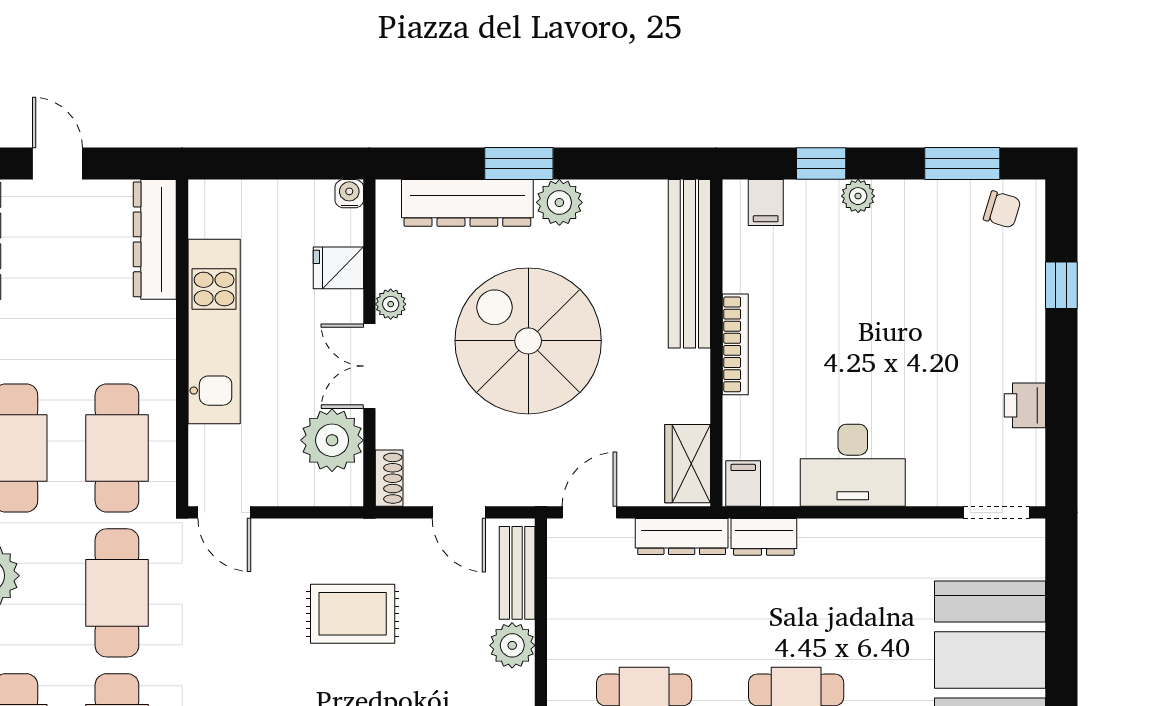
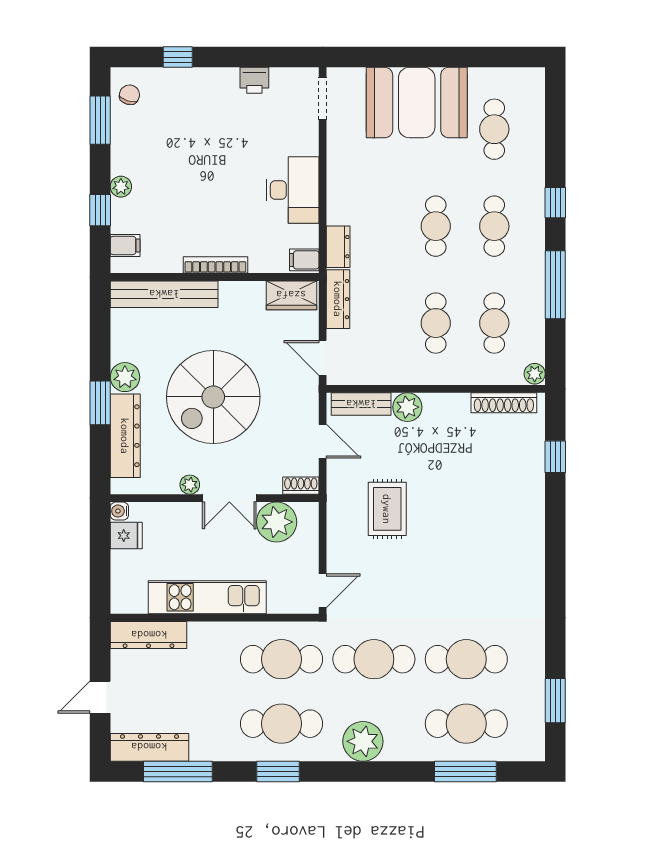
fridge: (338, 268) -> (126, 536), moved, turned -90
door: (459, 512) -> (323, 441), hinge flipped

